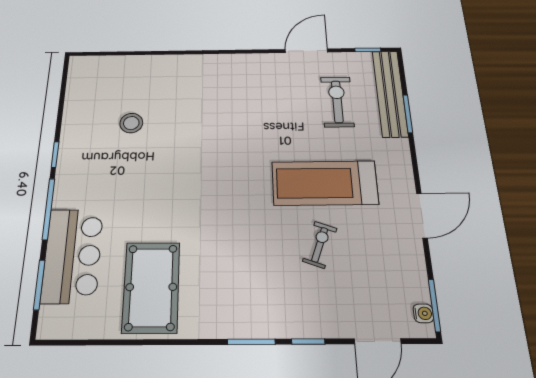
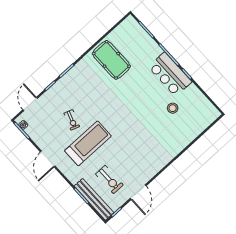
bar counter: (72, 255) -> (170, 74), moved

